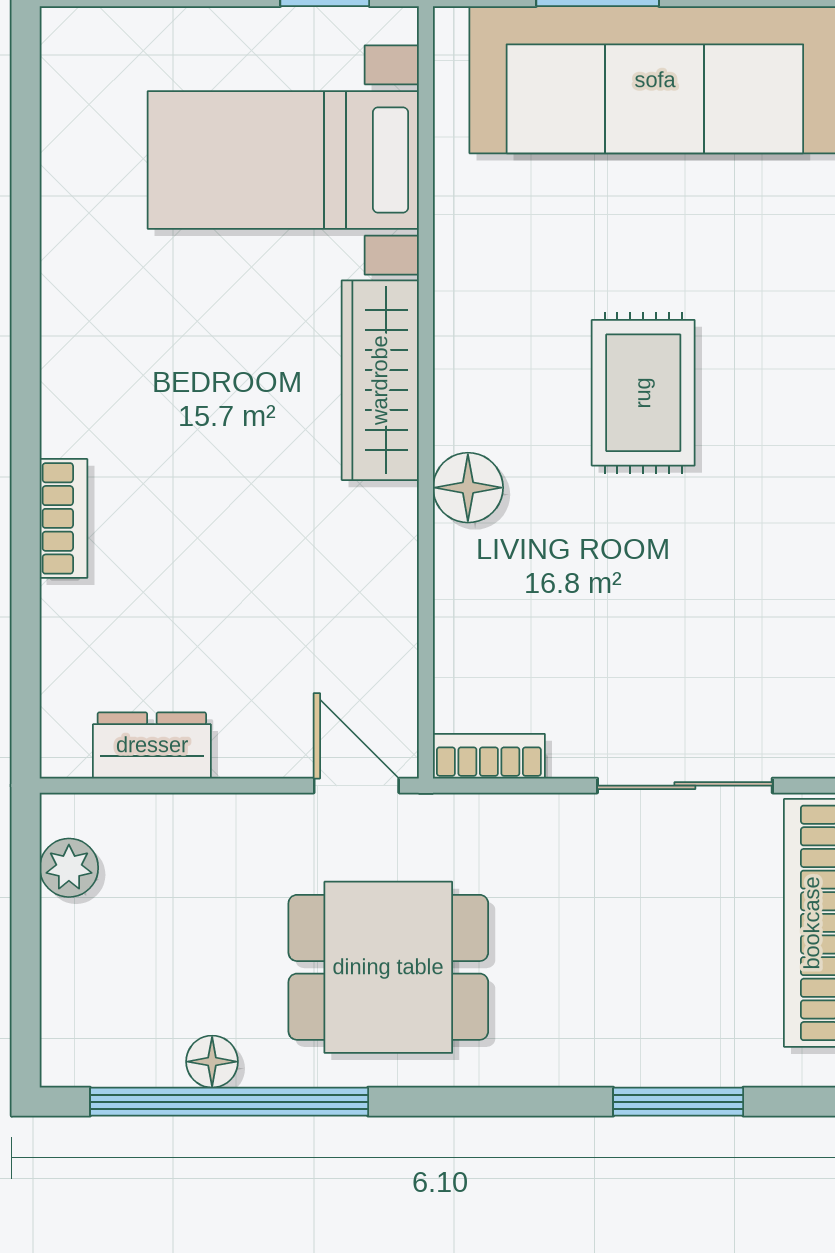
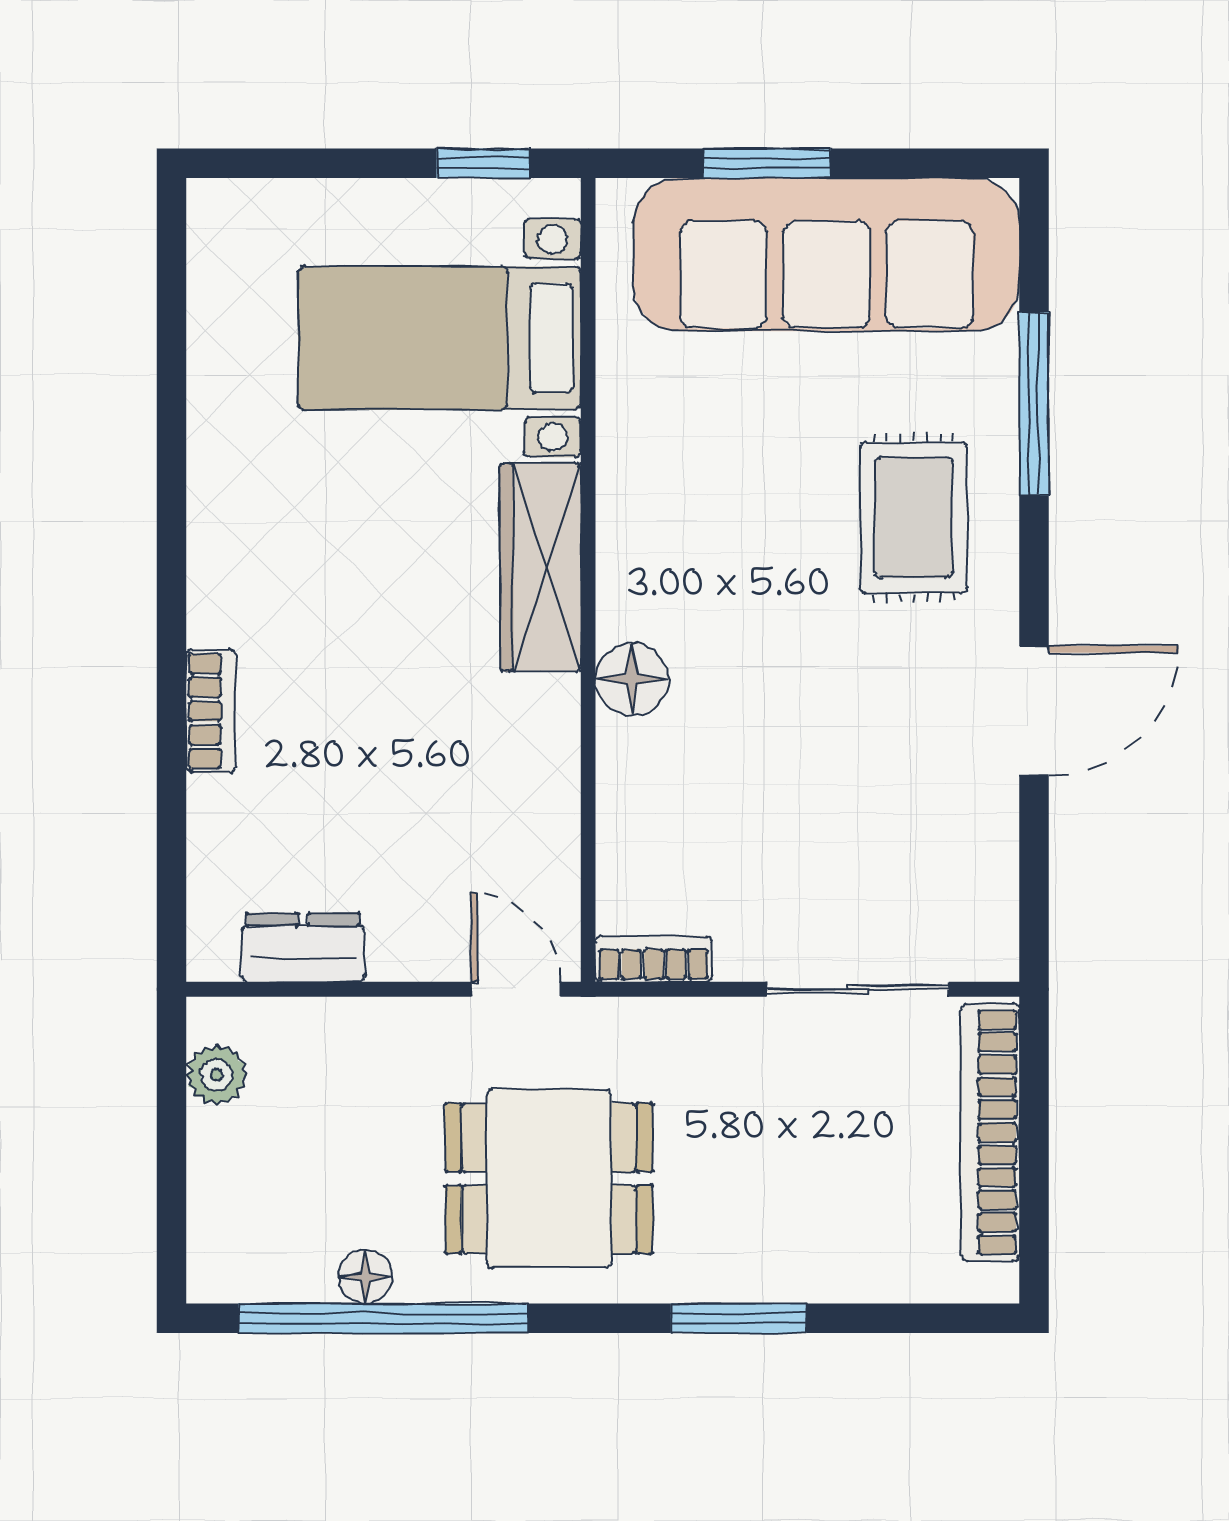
rug: (643, 393) -> (913, 517), moved
window: (678, 1102) -> (739, 1318), moved

